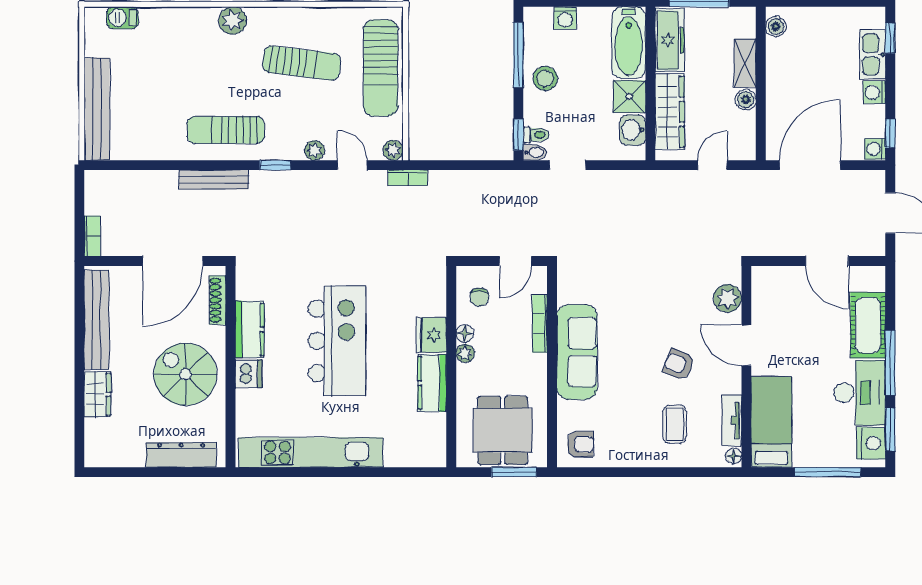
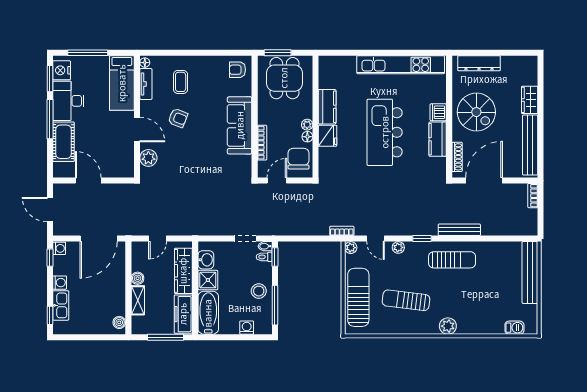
chair: (479, 297) -> (299, 159), width x1.87, depth x1.87

